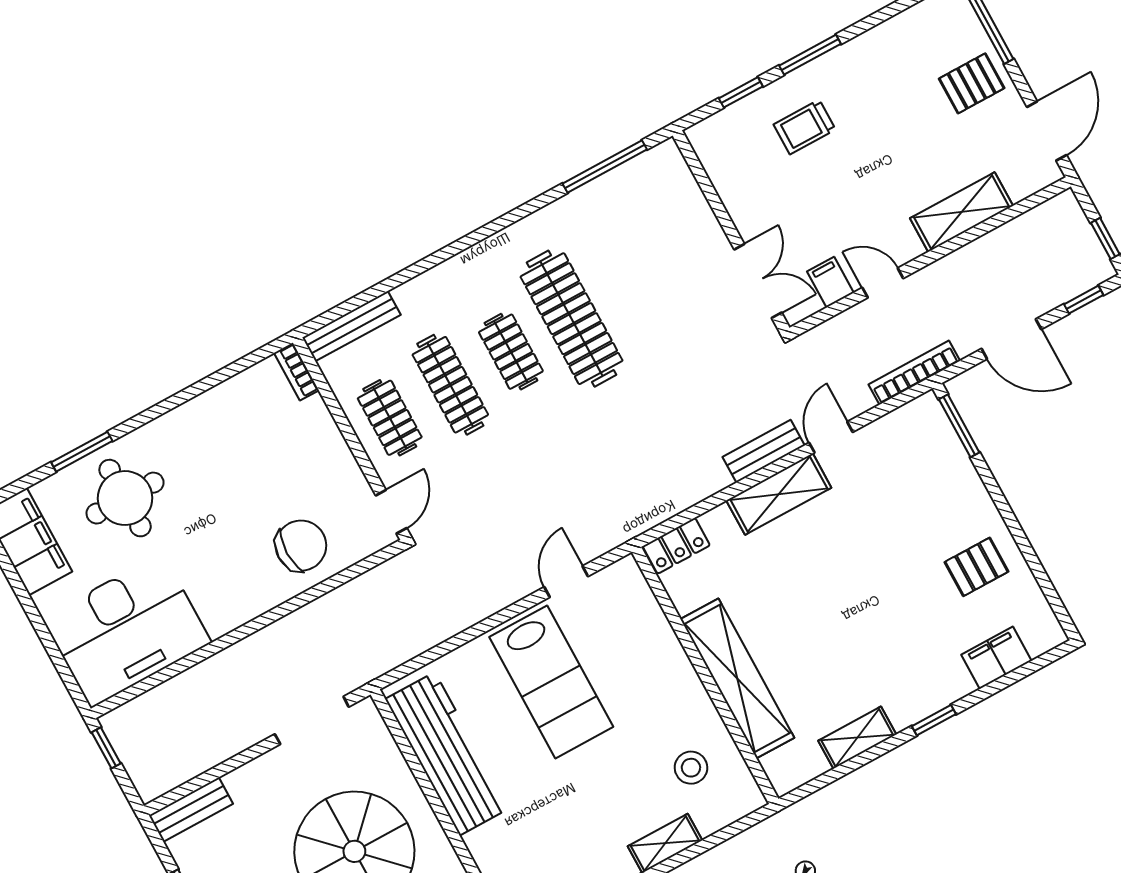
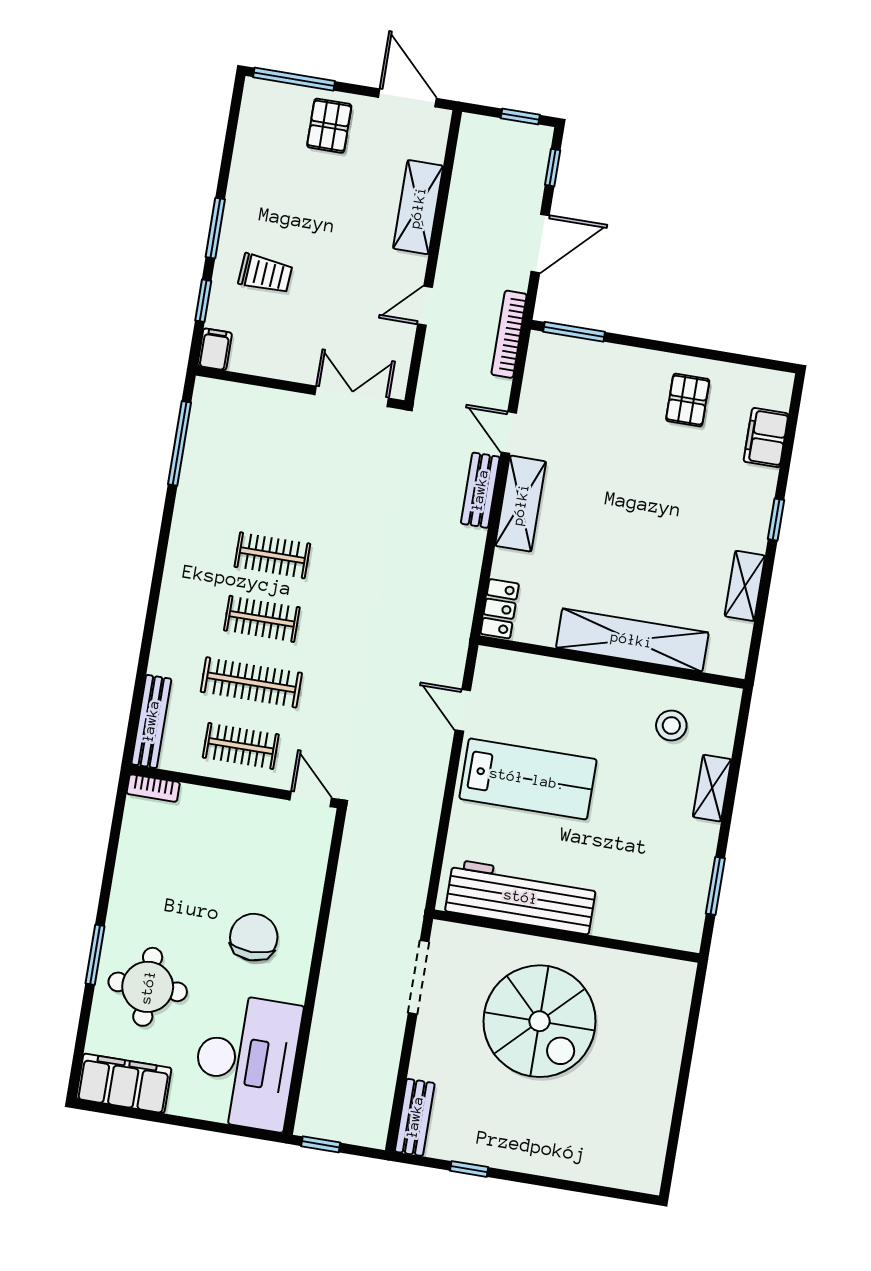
trolley: (805, 127) -> (265, 274), turned -86
filing cabinet: (830, 282) -> (215, 349), moved, turned 90
clothes rail: (572, 319) -> (272, 555), width x0.54, depth x0.76
window: (82, 452) -> (95, 955), moved
chair: (301, 546) -> (254, 937), moved

